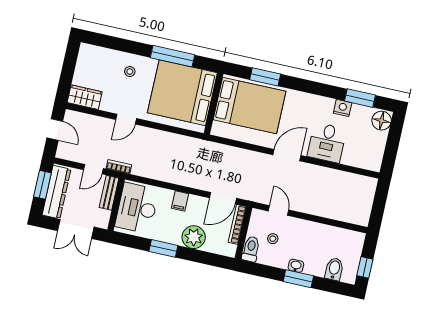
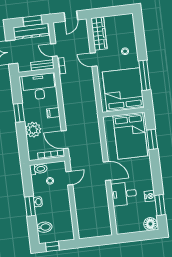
wardrobe: (85, 97) -> (99, 33), width x1.50

